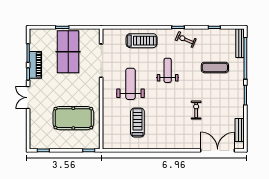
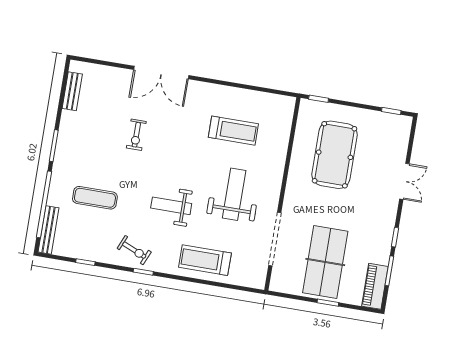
piano: (35, 65) -> (375, 286), moved
weight bench: (168, 70) -> (171, 206), turned 90
weight bench: (130, 84) -> (234, 194), turned 180
double door: (28, 98) -> (404, 181), moved
pool table: (73, 118) -> (335, 155), turned 90
treadmill: (137, 123) -> (233, 131), turned -90
double door: (218, 150) -> (161, 73), moved

